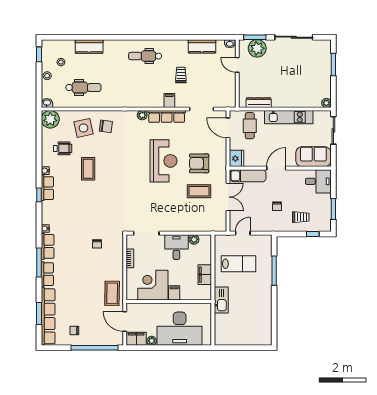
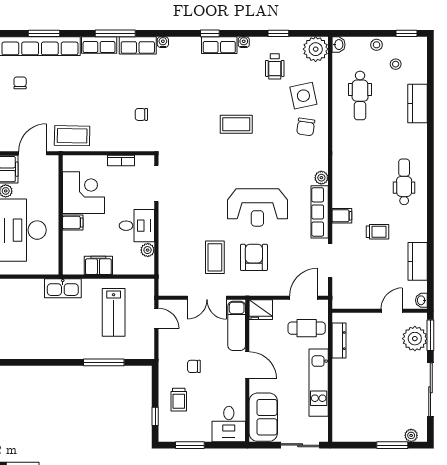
plant: (326, 103) -> (411, 435), moved
window: (39, 146) -> (278, 33), added
coffee table: (88, 169) -> (236, 124), moved

